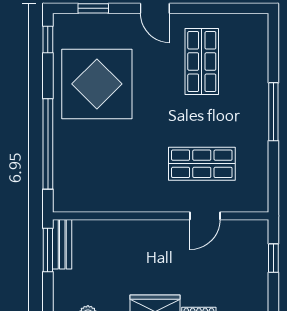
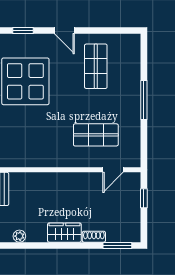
door: (205, 216) -> (113, 170), moved

